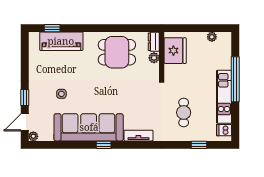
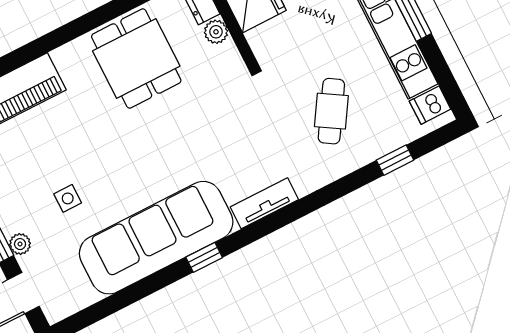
dining table: (117, 52) -> (136, 59), turned 90
cafe table: (184, 113) -> (331, 111), turned 32
plant: (33, 136) -> (20, 244), moved

